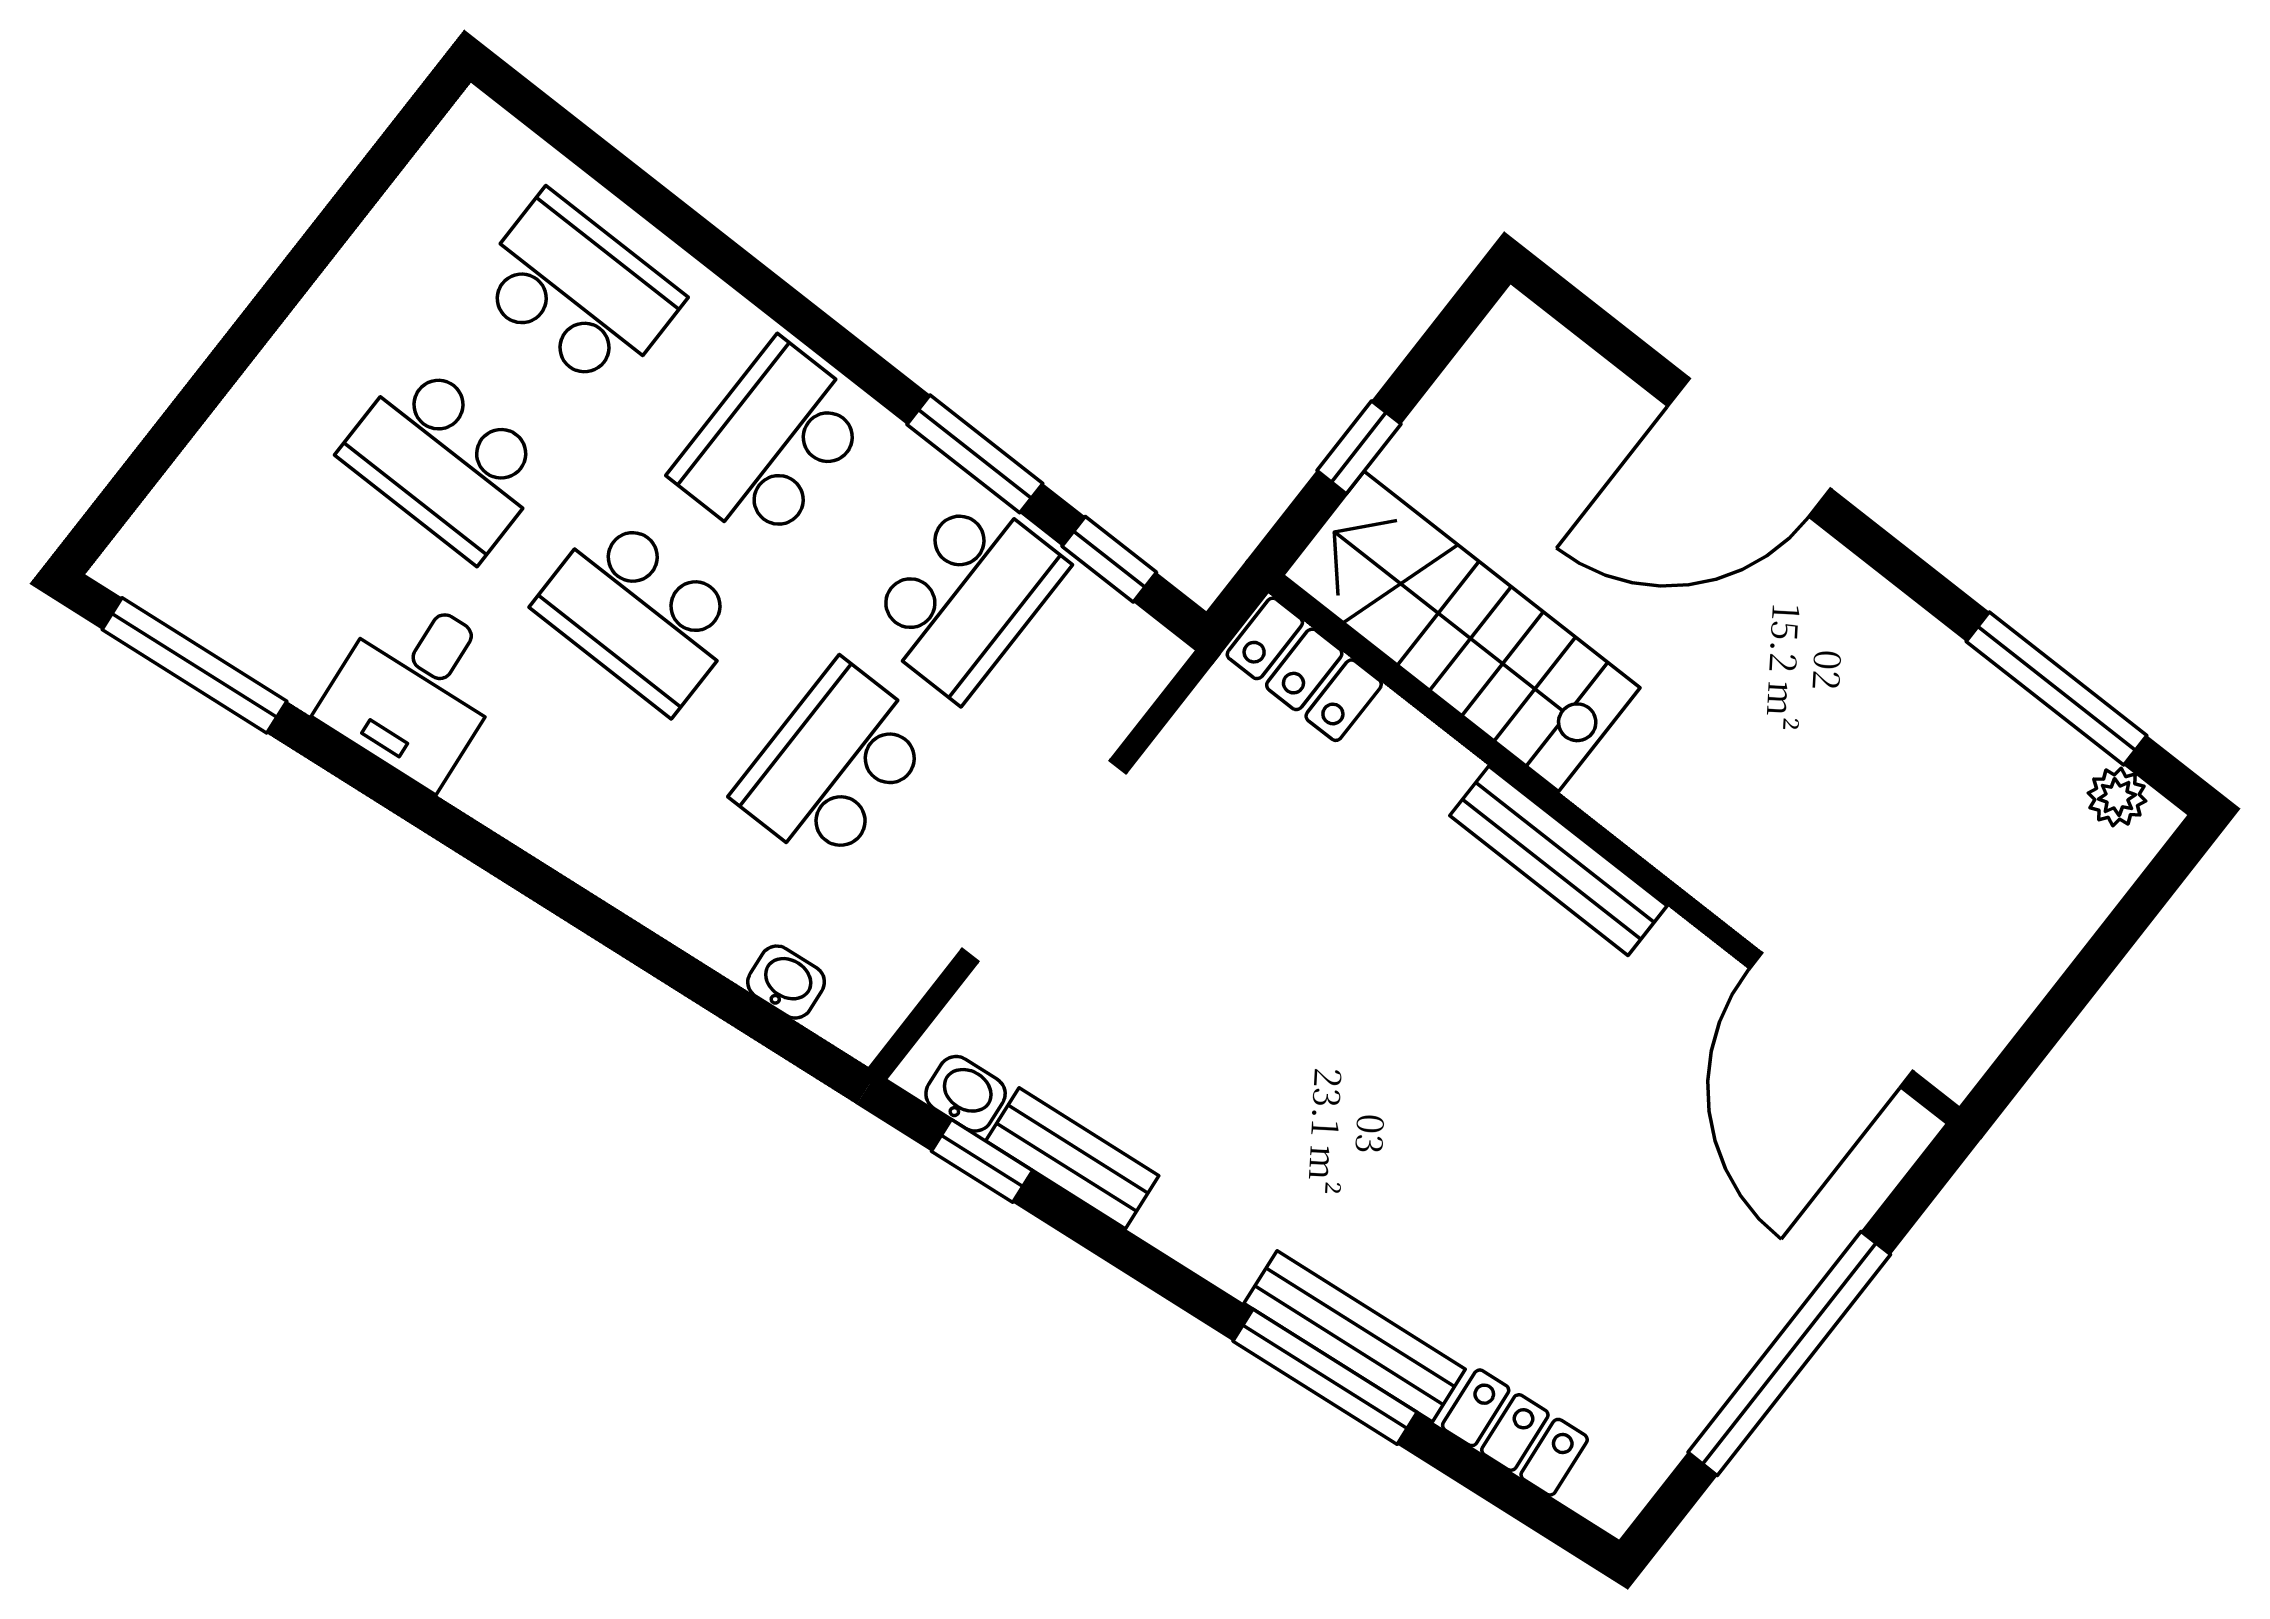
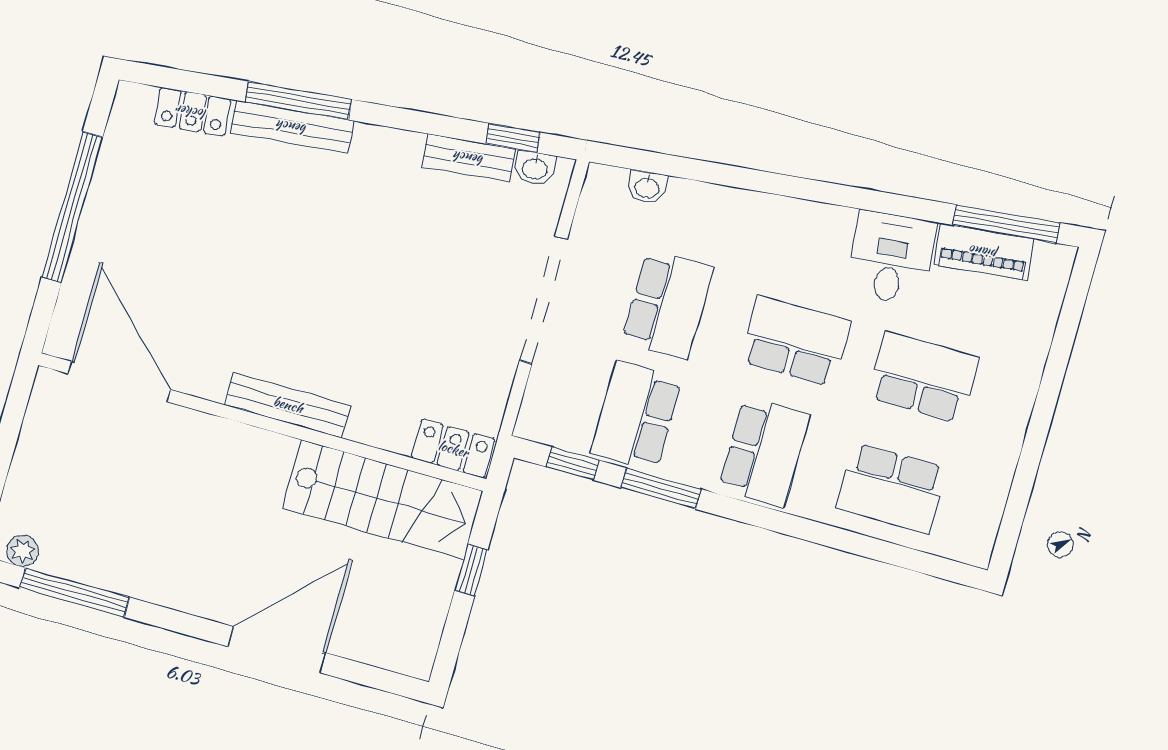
piano: (252, 633) -> (984, 252), added

